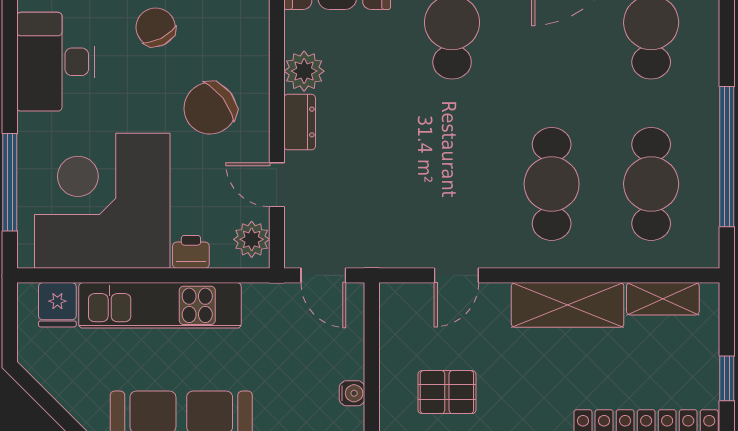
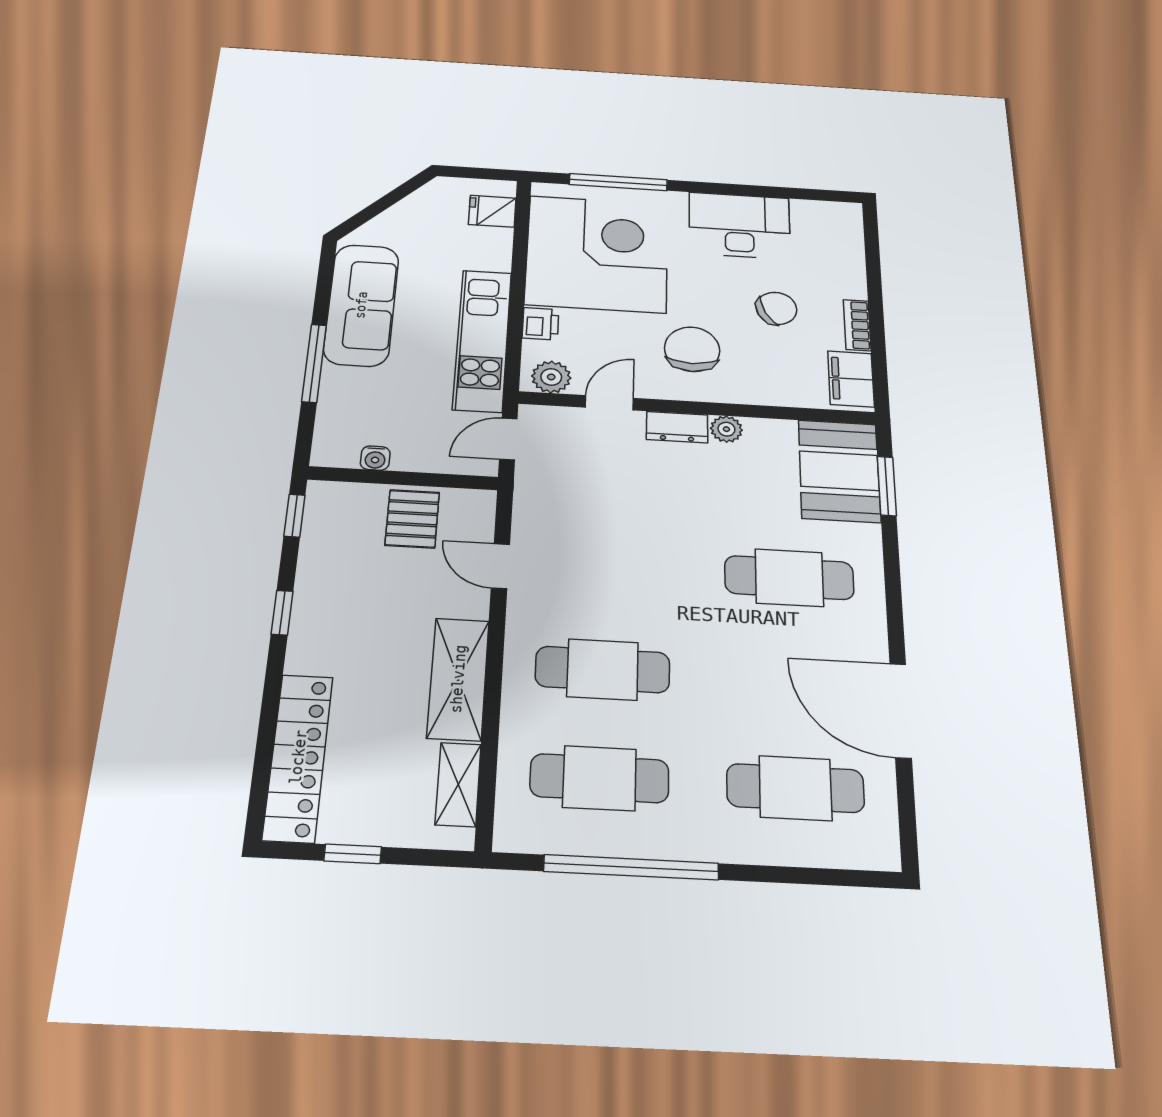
plant: (304, 71) -> (726, 429), width x0.73, depth x0.73
chair: (210, 108) -> (692, 349), turned 38
kitchen unit: (160, 305) -> (482, 340), moved
pallet: (447, 392) -> (412, 519), moved

